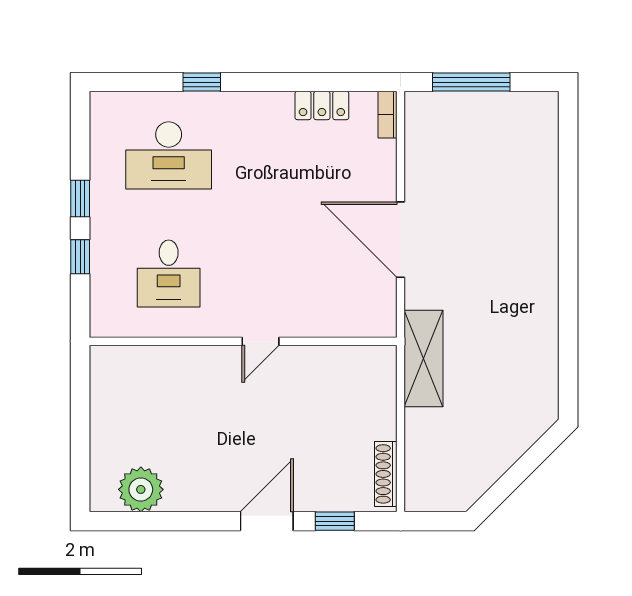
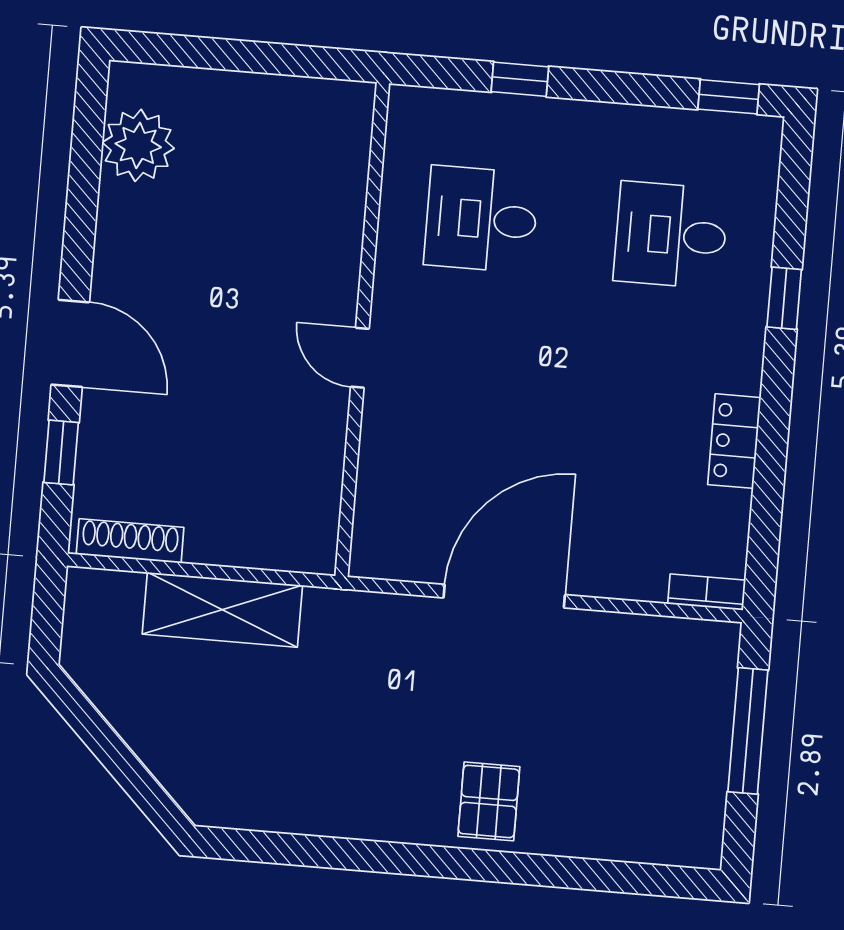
locker: (322, 105) -> (734, 441), moved
desk: (169, 155) -> (671, 235), width x0.73
window: (80, 198) -> (729, 97), moved
pallet: (528, 239) -> (489, 801), added
shelving: (424, 359) -> (222, 610), moved

